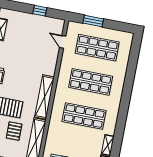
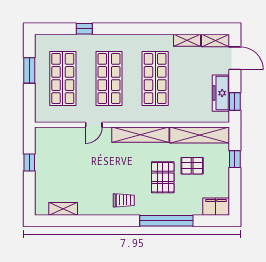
window: (93, 21) -> (29, 70), moved
door: (63, 42) -> (94, 125), moved
window: (131, 71) -> (84, 29), added

